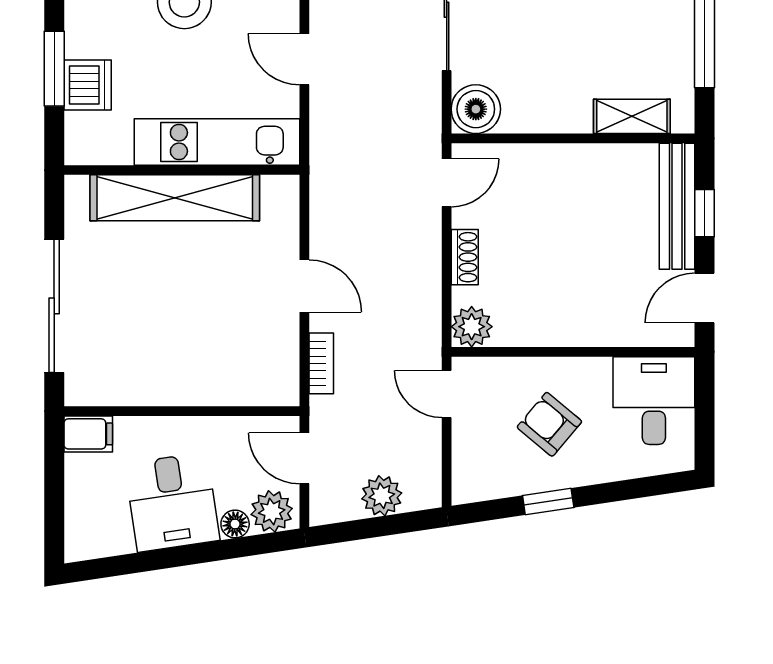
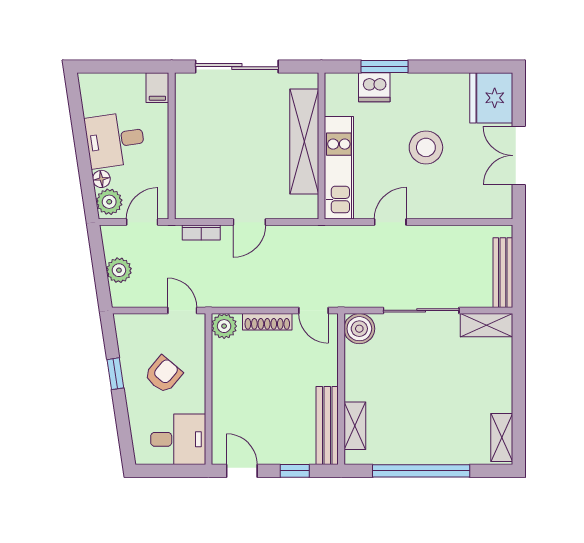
bench: (677, 206) -> (327, 426), moved, turned 90
shoe rack: (465, 257) -> (267, 322), width x1.43
door: (447, 394) -> (182, 310), hinge flipped

